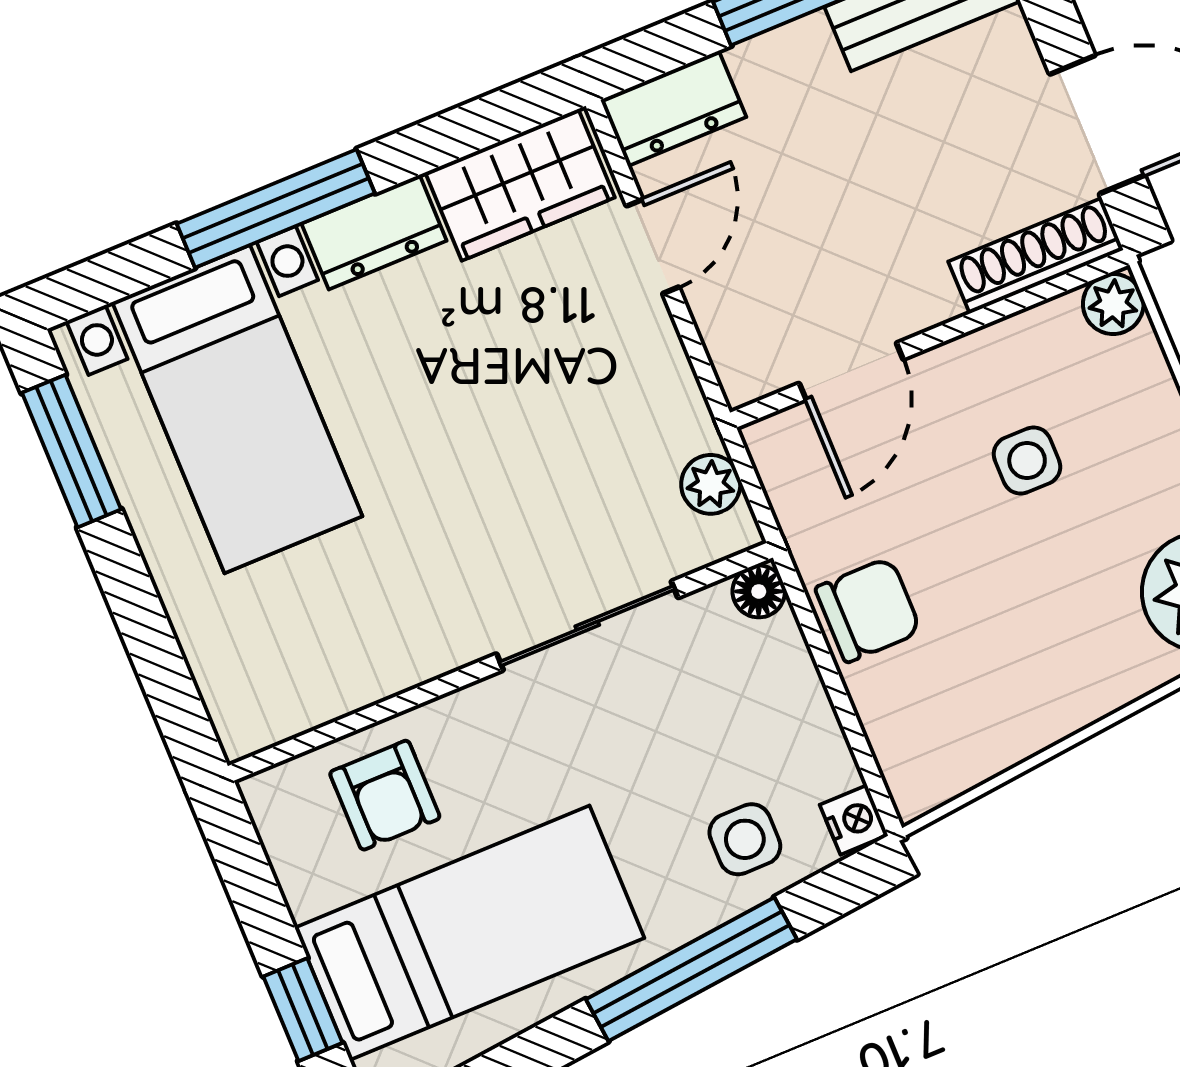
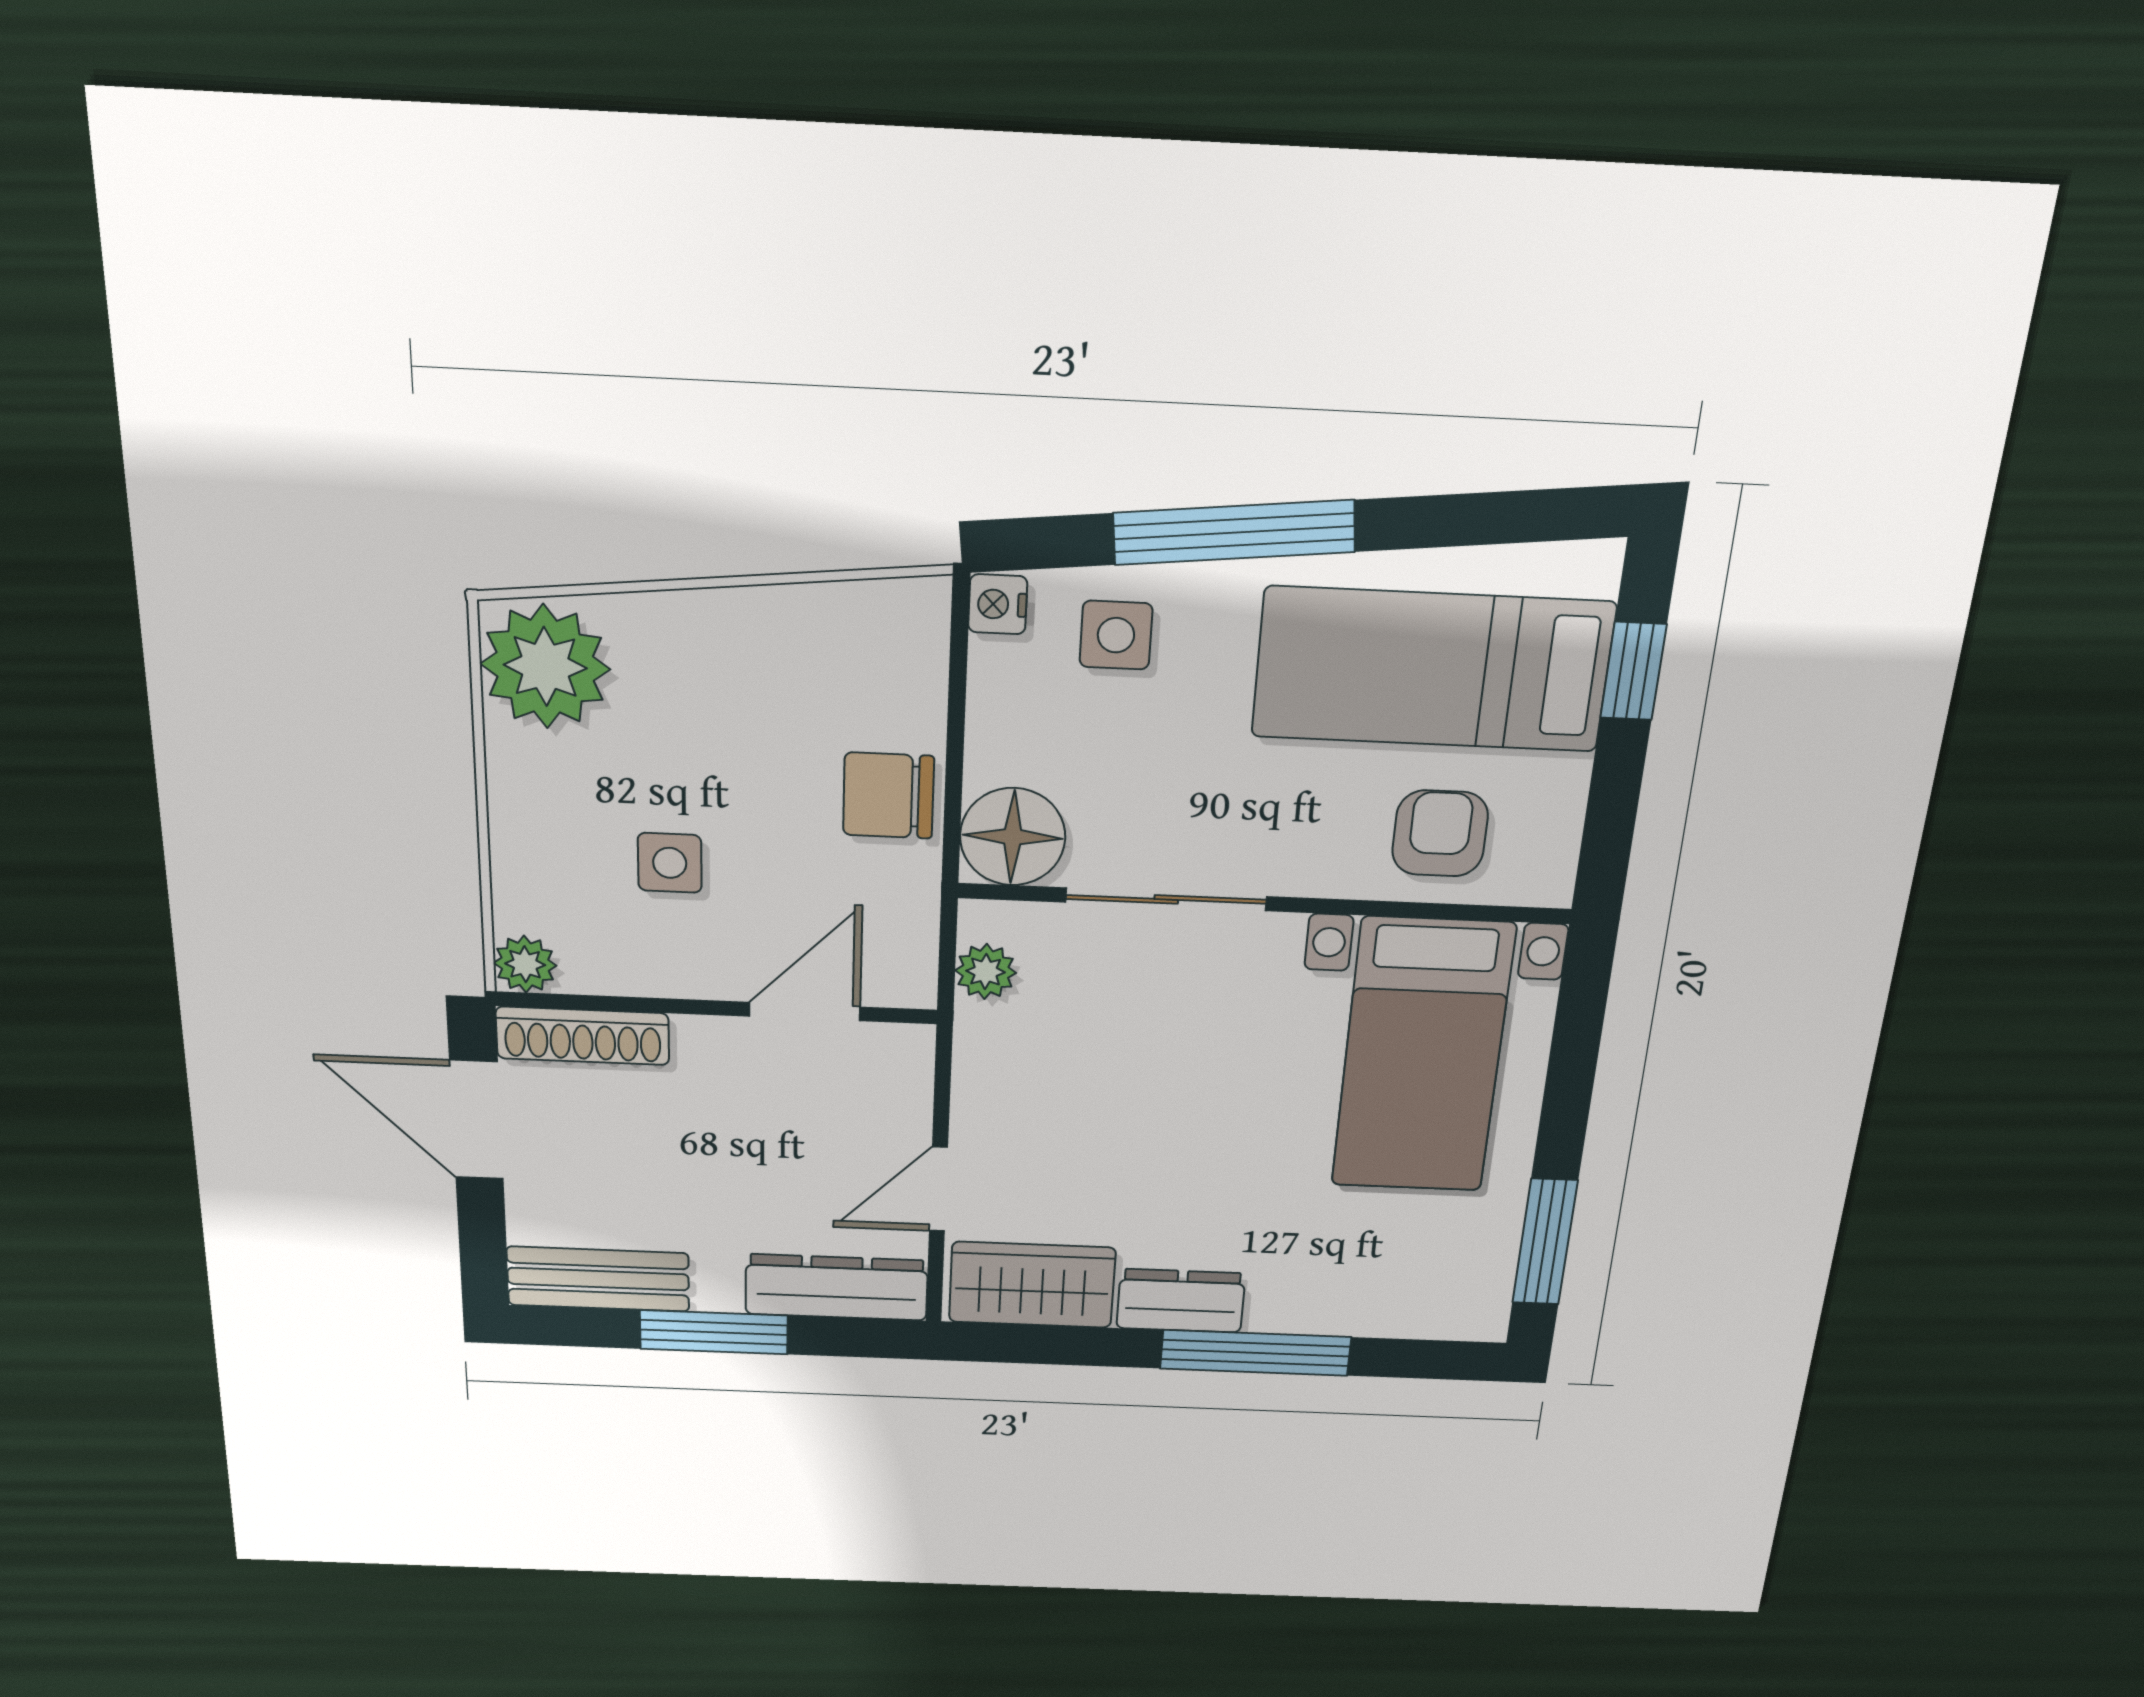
dresser: (673, 108) -> (836, 1287), width x1.44
bed with nightstands: (237, 409) -> (1422, 1056), moved, turned 180
floor lamp: (759, 591) -> (1013, 837), width x1.89, depth x1.89

